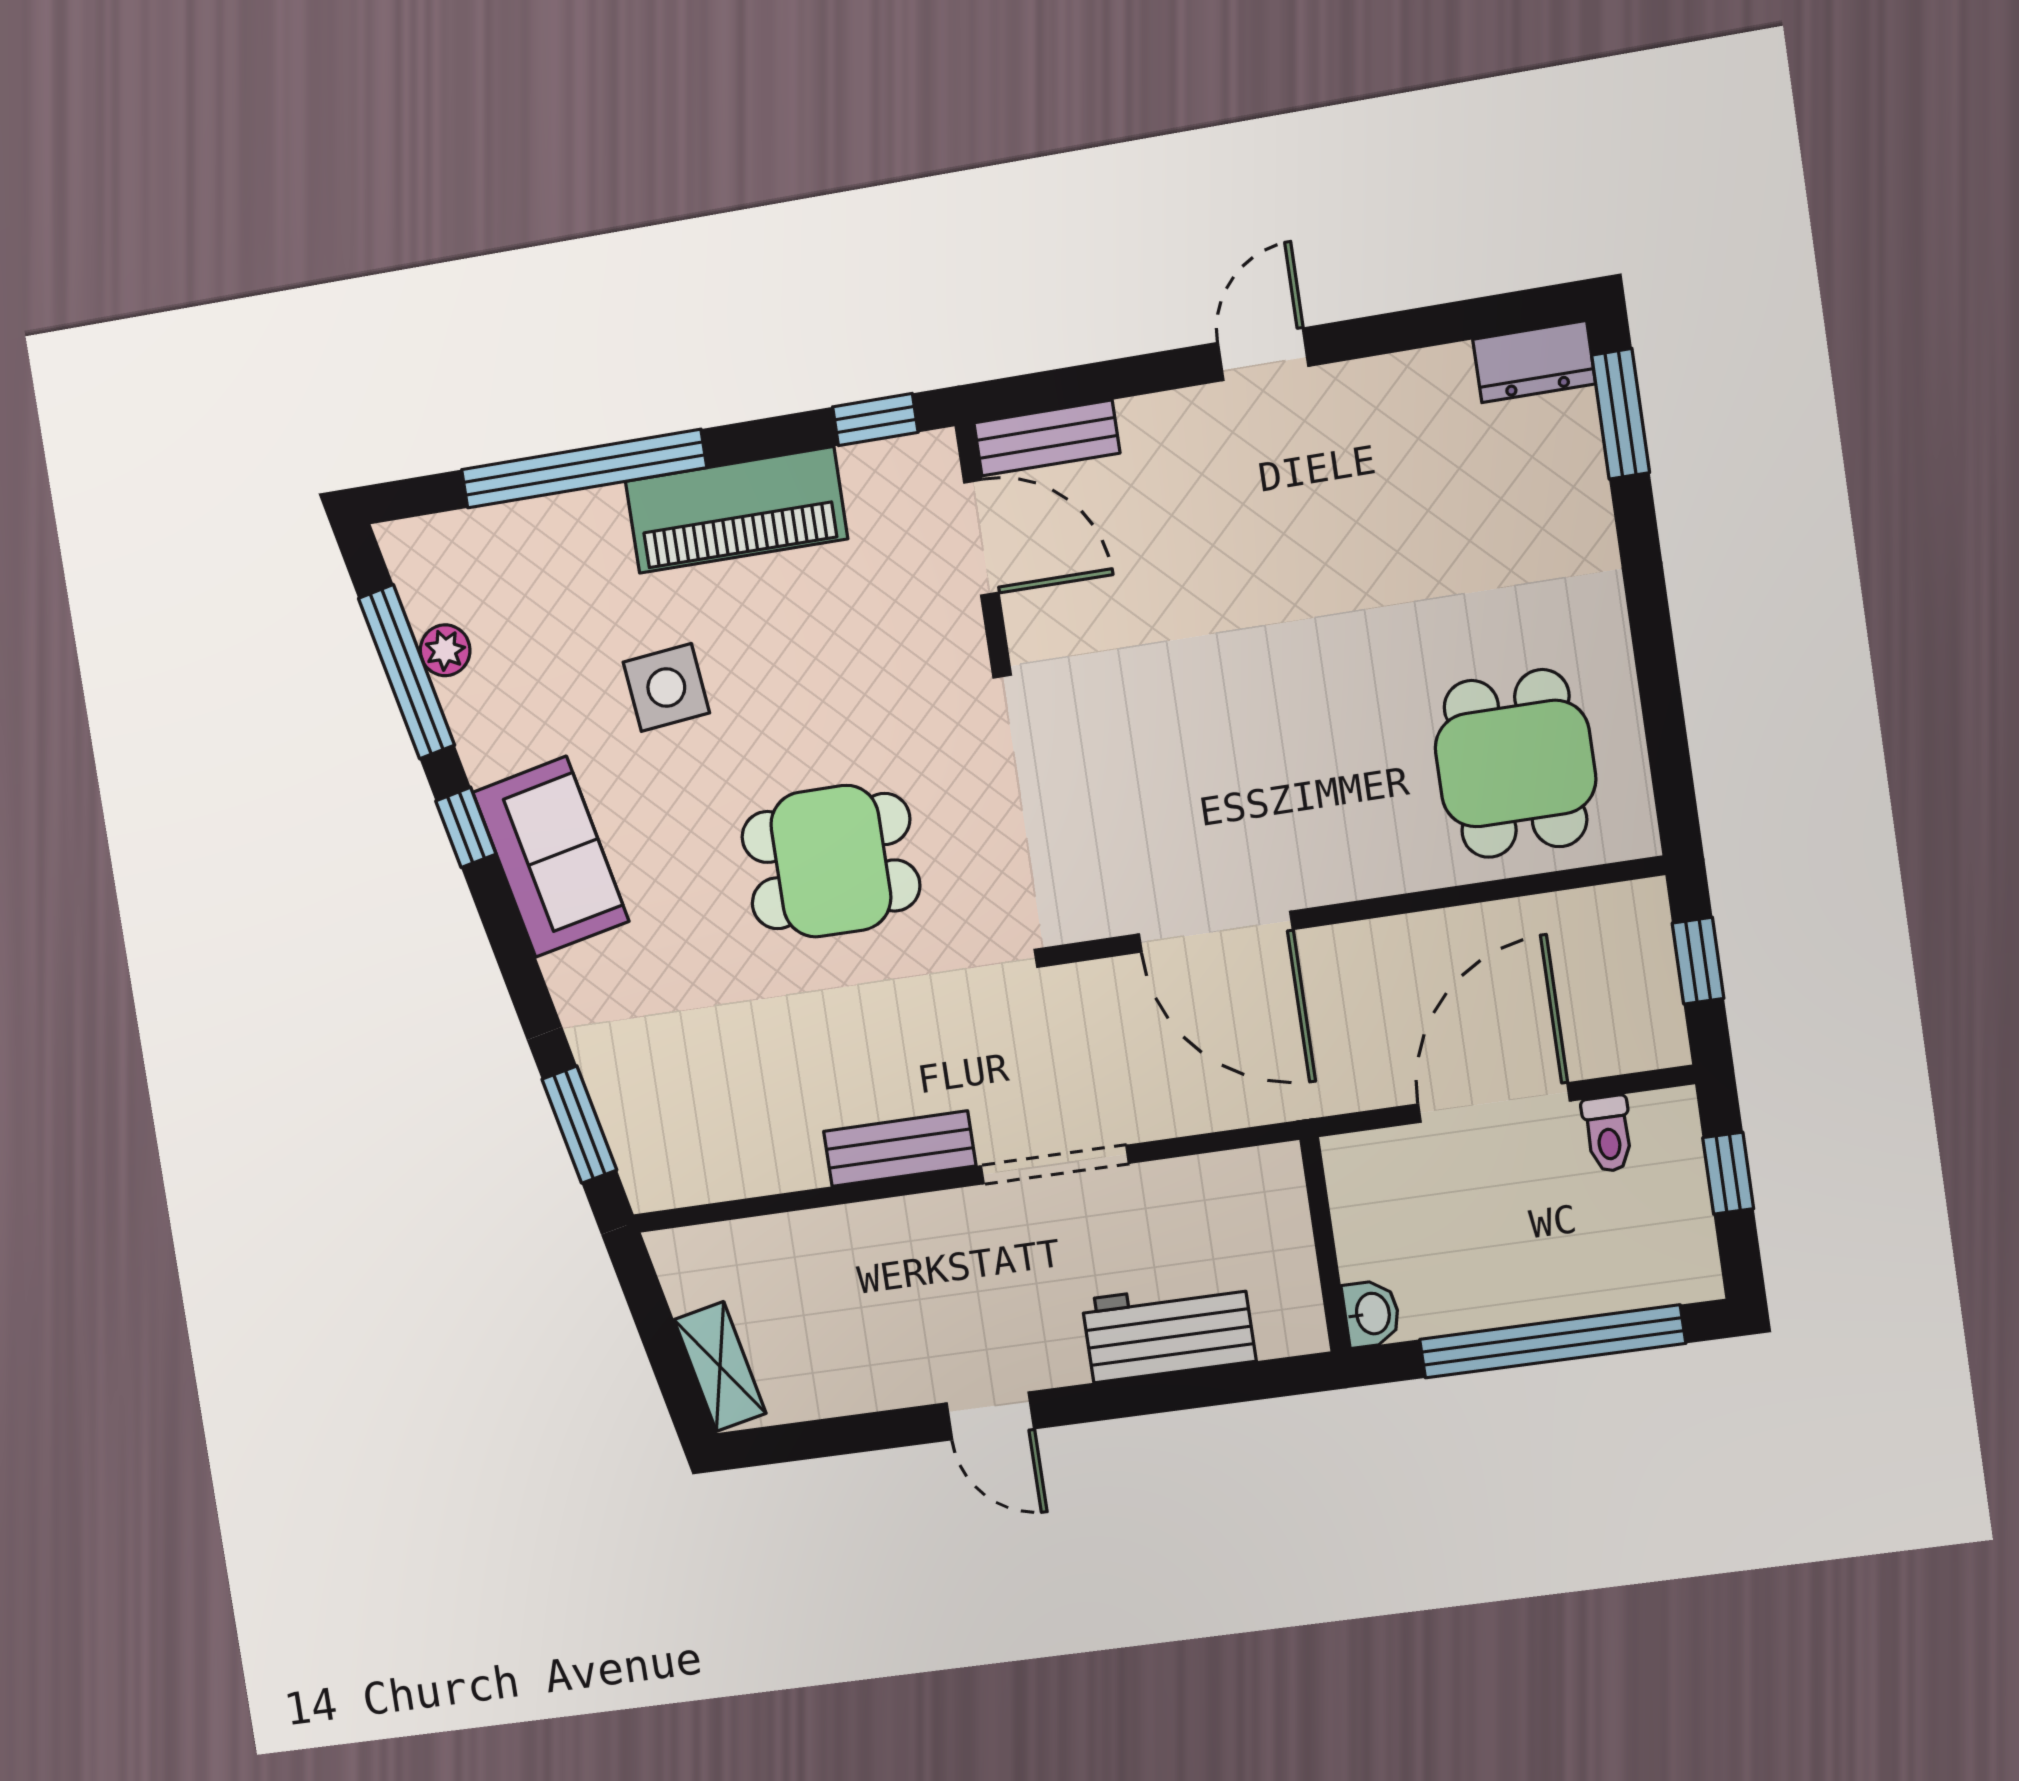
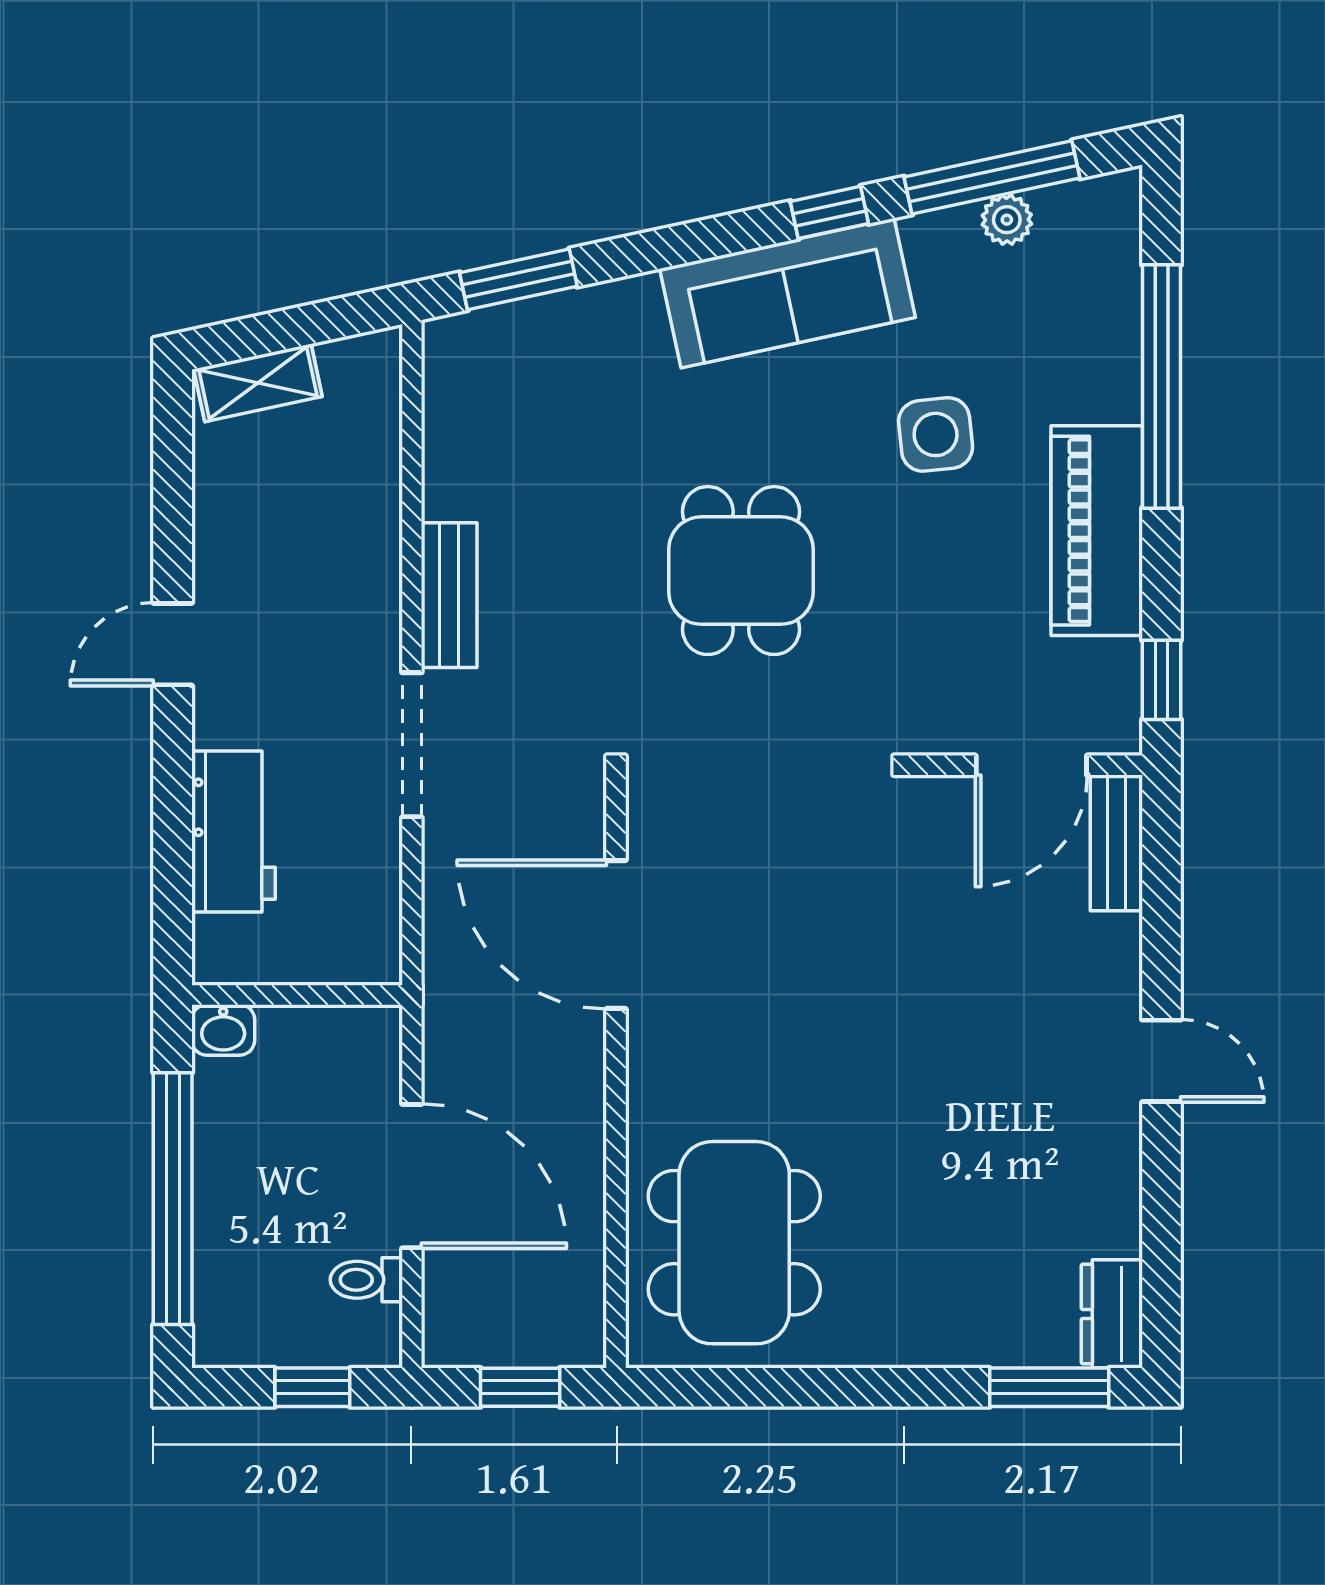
dining table: (1515, 764) -> (734, 1243), width x1.38
sofa: (551, 857) -> (787, 293), width x1.36
door: (1216, 932) -> (616, 935), hinge flipped

